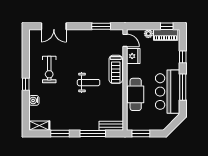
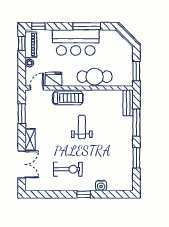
window: (183, 57) -> (38, 26), moved
bar counter: (168, 92) -> (76, 42), moved
shelving: (39, 126) -> (30, 140), moved

